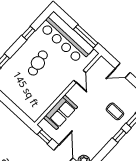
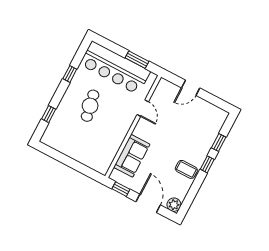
window: (86, 36) -> (137, 60), width x0.69
coffee table: (115, 111) -> (186, 169), moved

